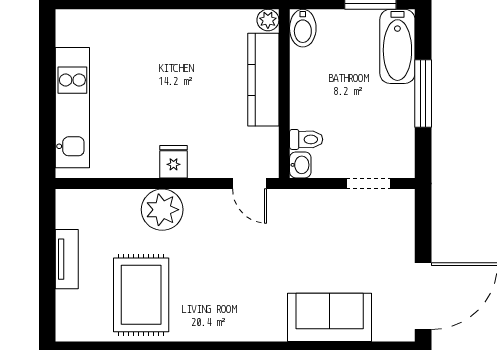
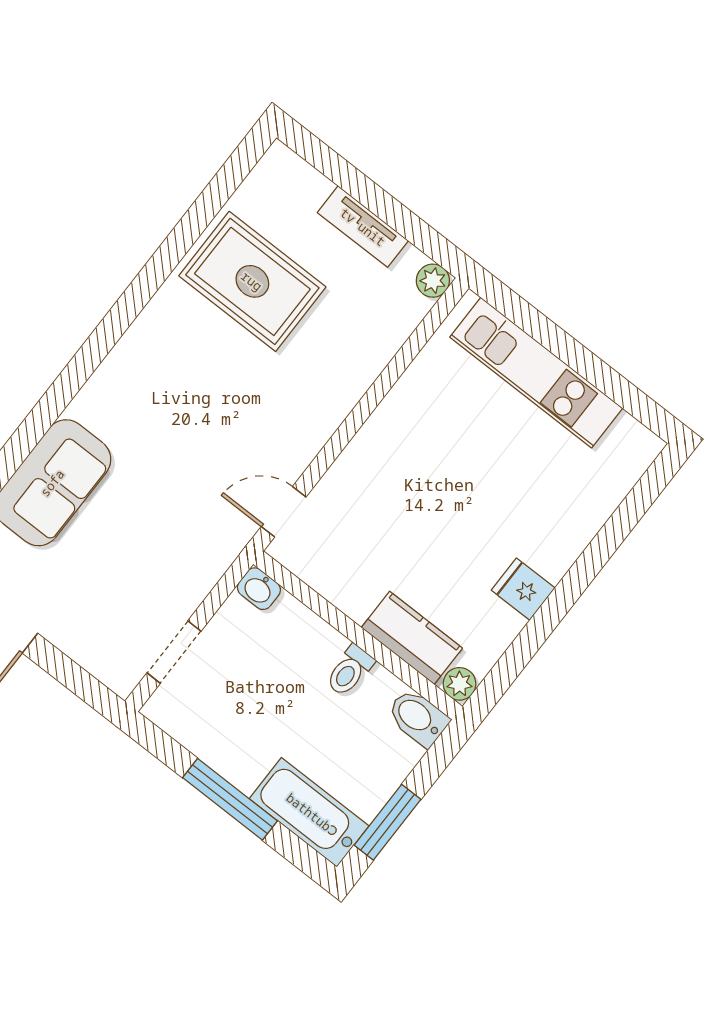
kitchen counter: (263, 80) -> (412, 638), width x0.67
toilet: (306, 139) -> (350, 671), moved
fridge: (174, 162) -> (523, 589), moved, turned 180
plant: (162, 210) -> (433, 281), moved, width x0.53, depth x0.53

